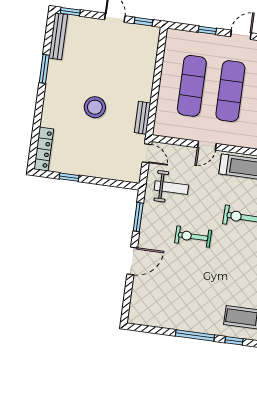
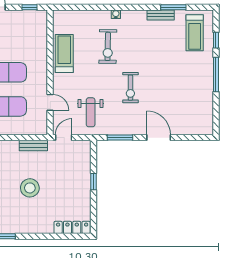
door: (207, 146) -> (50, 102), moved
window: (69, 177) -> (93, 182), moved
weight bench: (171, 188) -> (91, 112), turned 180

